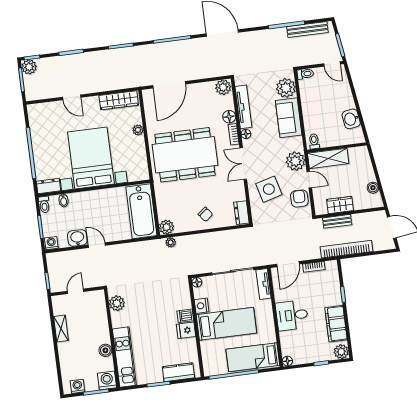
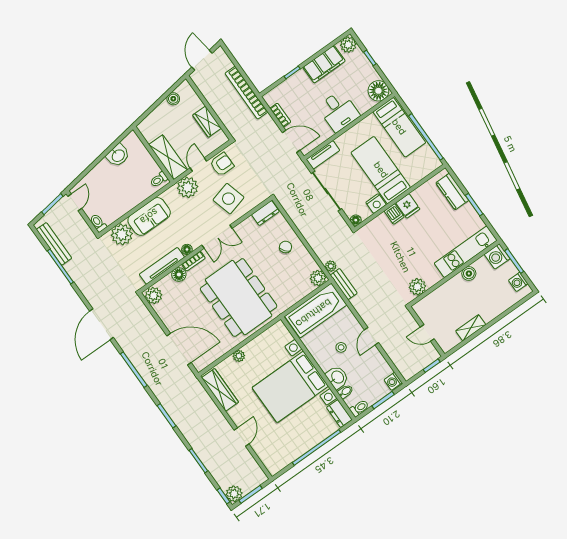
armchair: (299, 199) -> (222, 164), turned 180
stool: (101, 216) -> (341, 347), added
bench: (337, 221) -> (344, 284), moved
washbasin: (77, 238) -> (337, 377), moved, turned 180
floor lamp: (287, 361) -> (378, 91), width x1.89, depth x1.89

